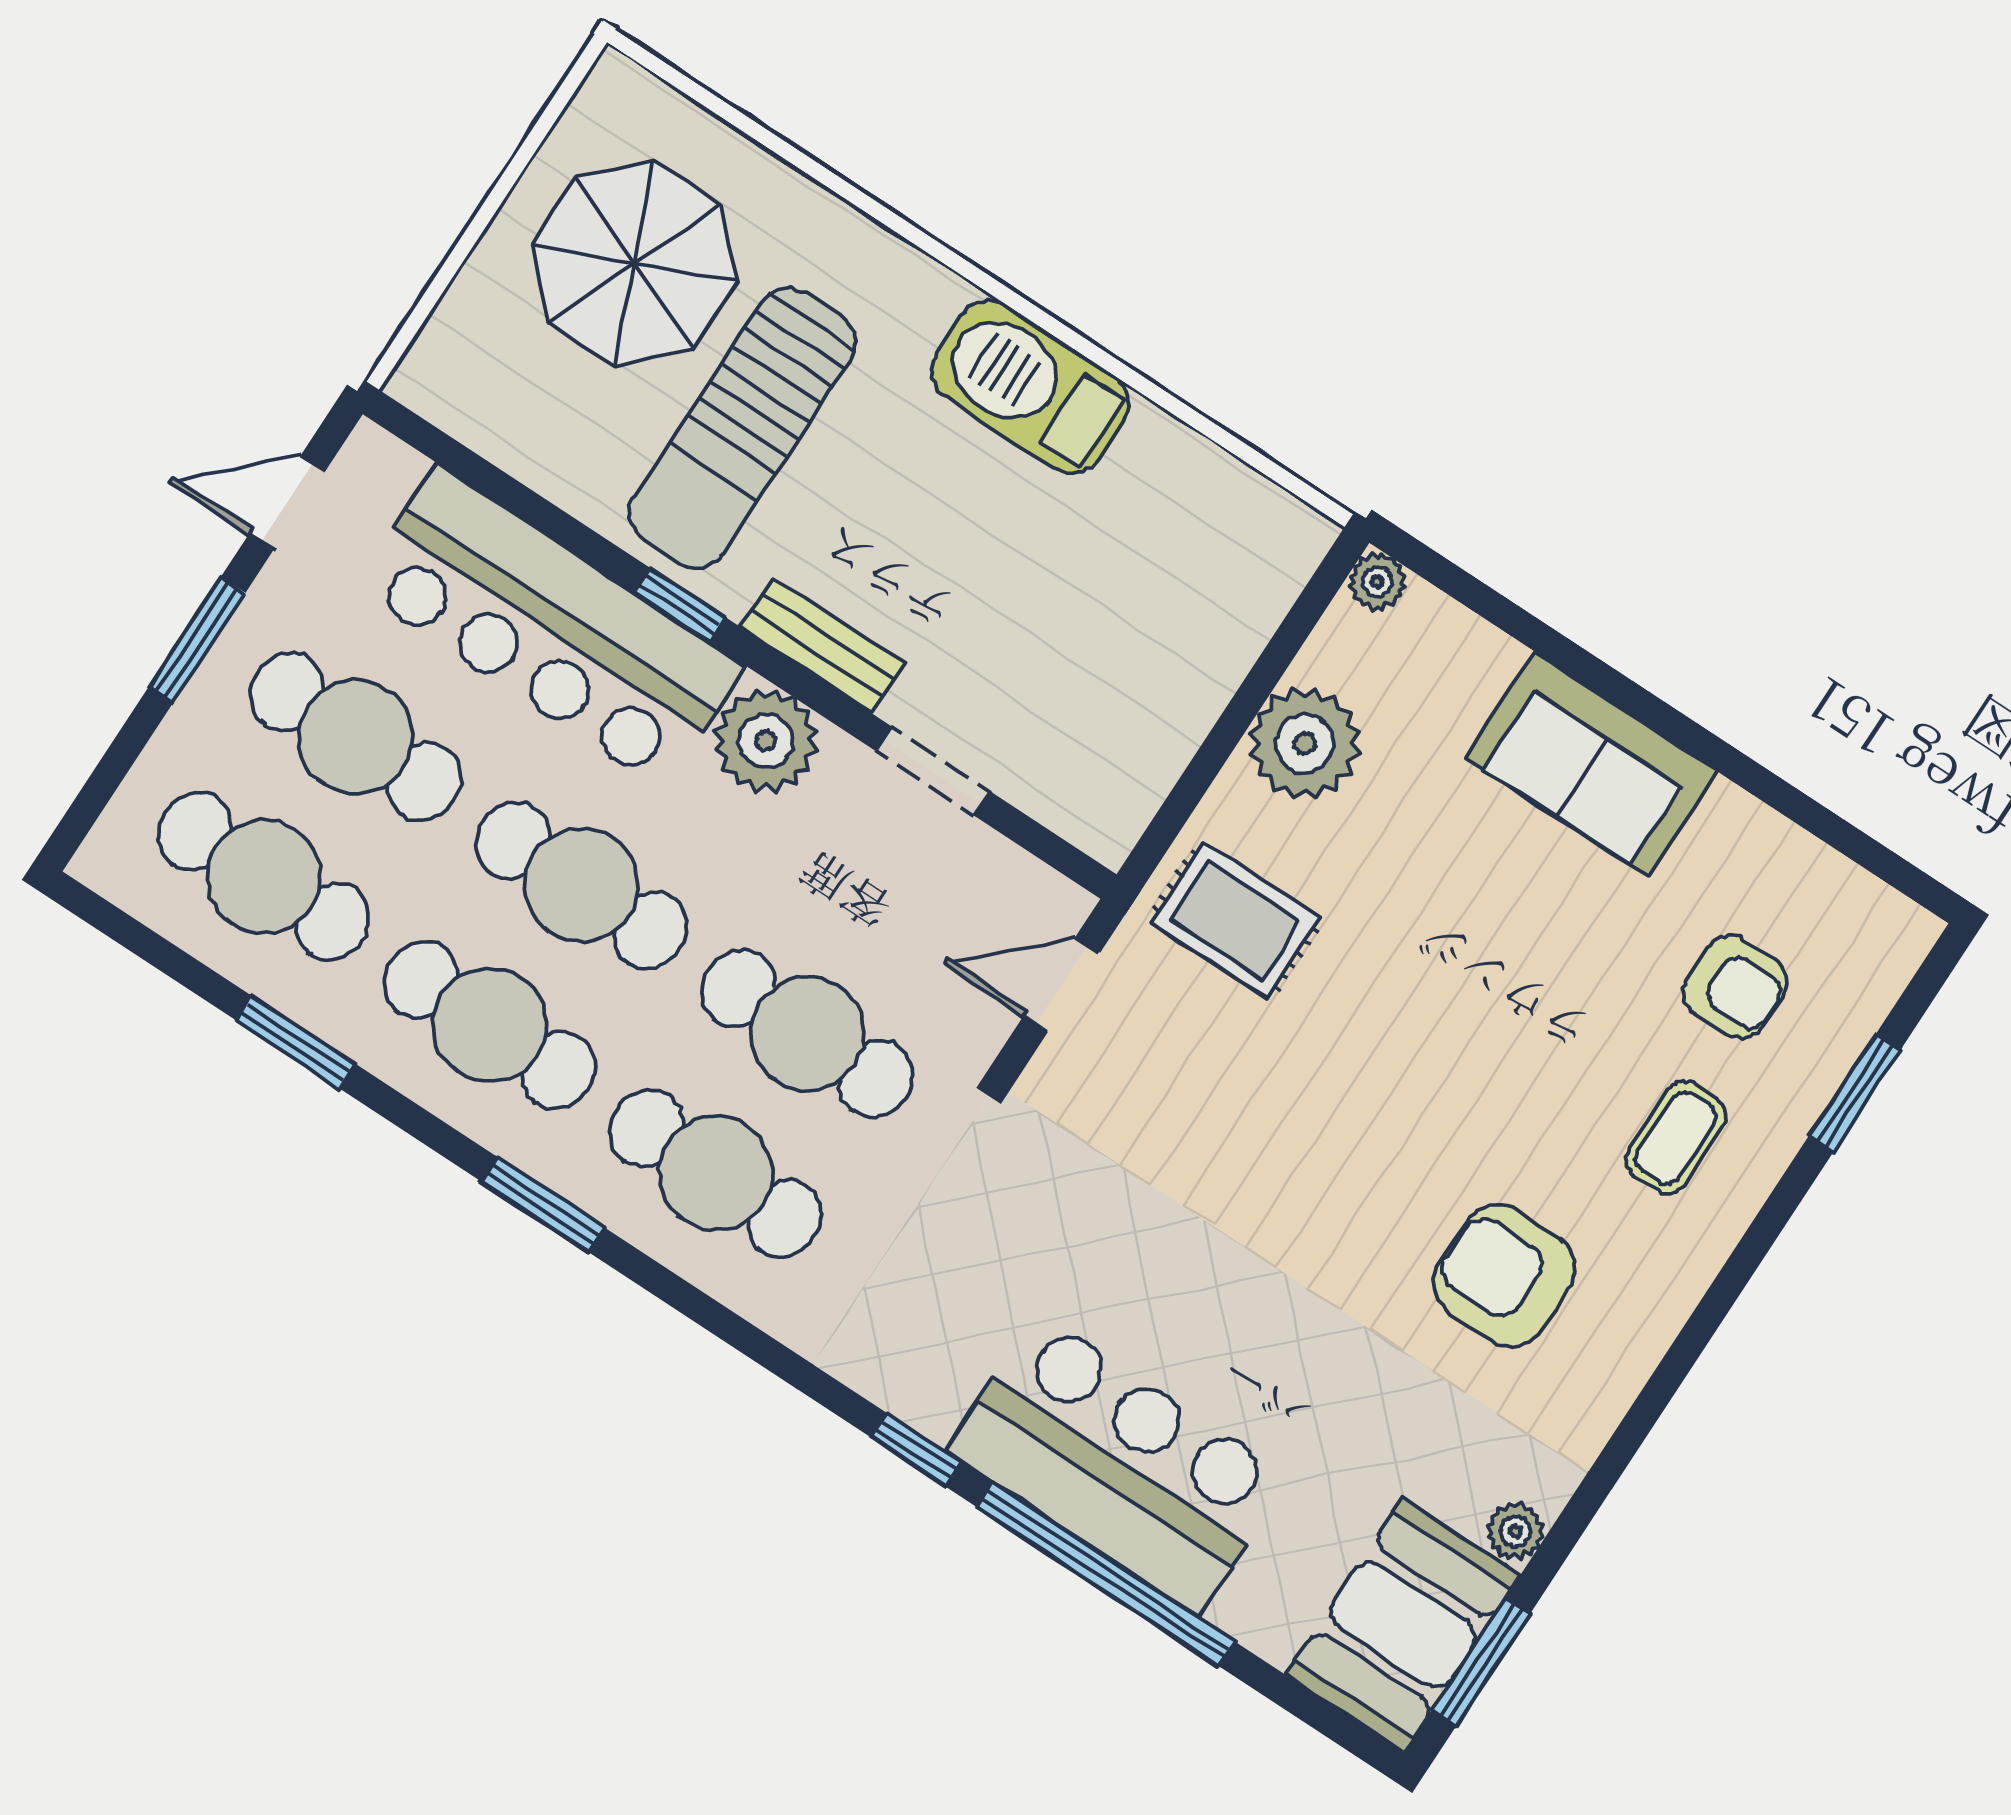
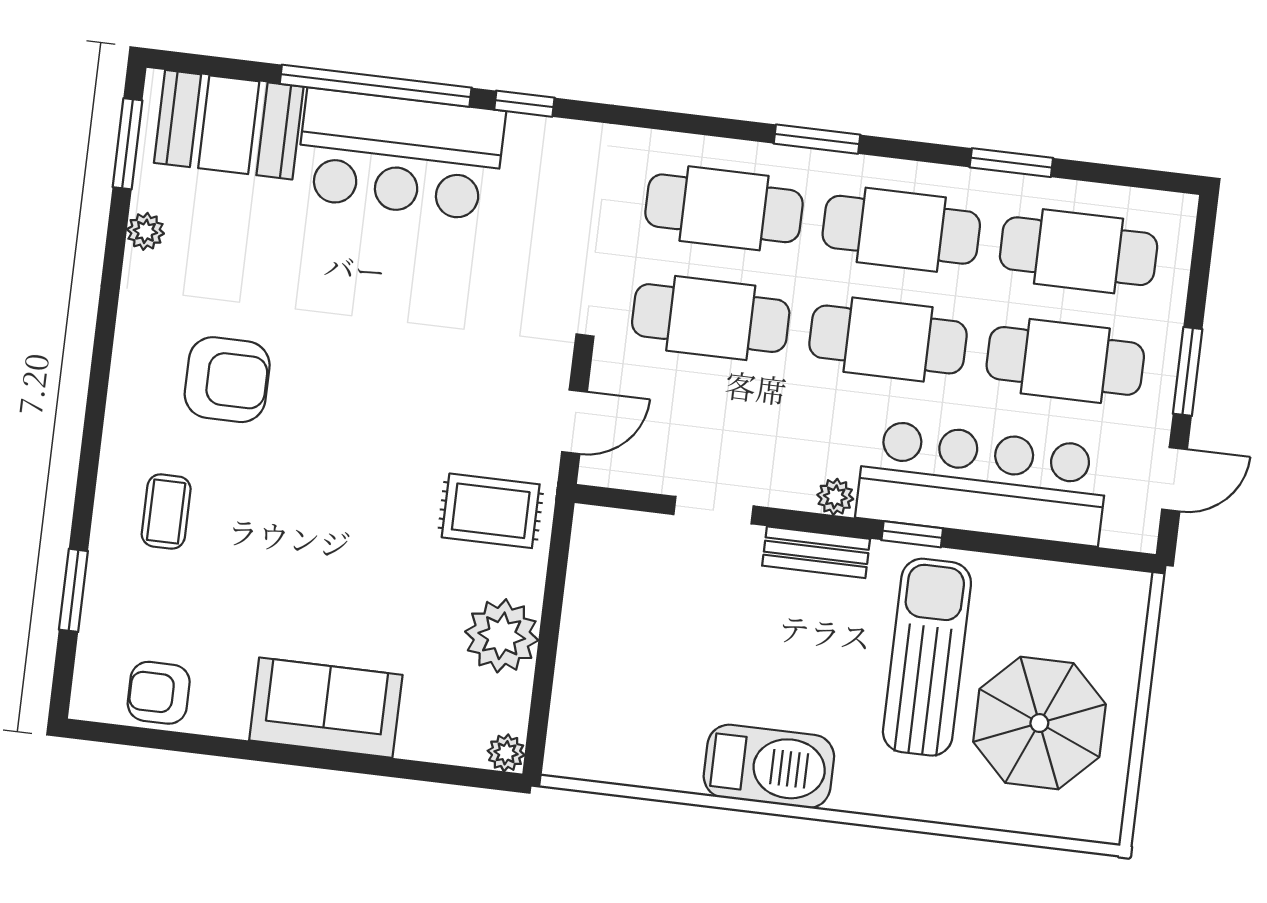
plant: (766, 741) -> (835, 497), width x0.53, depth x0.53
armchair: (1735, 987) -> (159, 693), moved
booth: (1403, 1625) -> (229, 125), moved, turned 90

